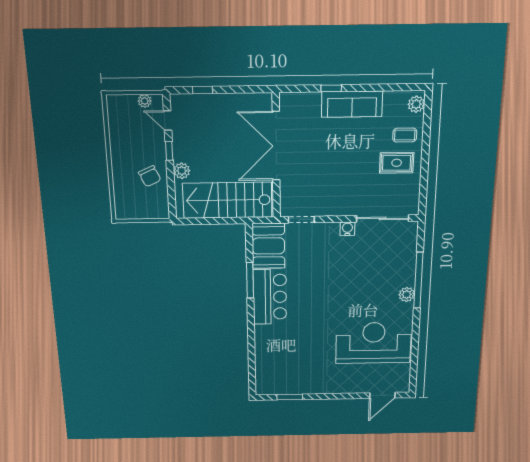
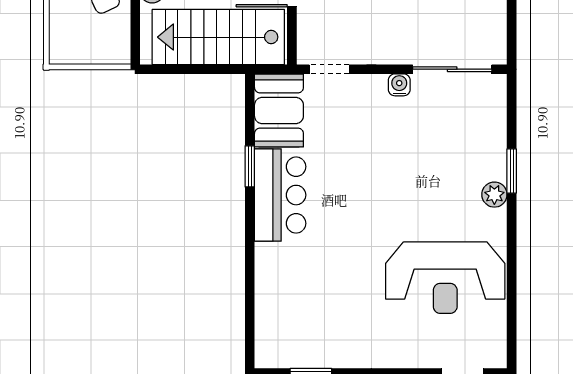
window: (250, 280) -> (250, 166), width x0.69
window: (418, 280) -> (512, 171), width x0.47
reception desk: (374, 343) -> (445, 278), turned 180

